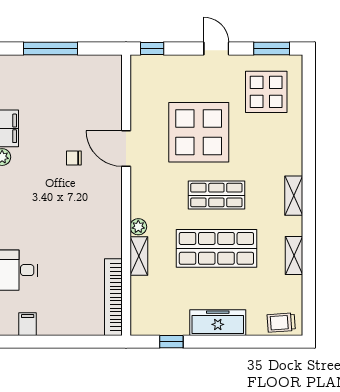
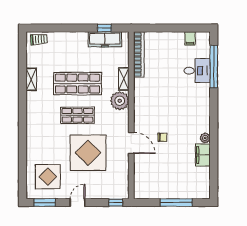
door: (216, 48) -> (78, 203), swing flipped
shelving: (294, 196) -> (31, 115), removed
plant: (138, 227) -> (120, 101), width x1.88, depth x1.88
freezer: (218, 323) -> (105, 39), moved

